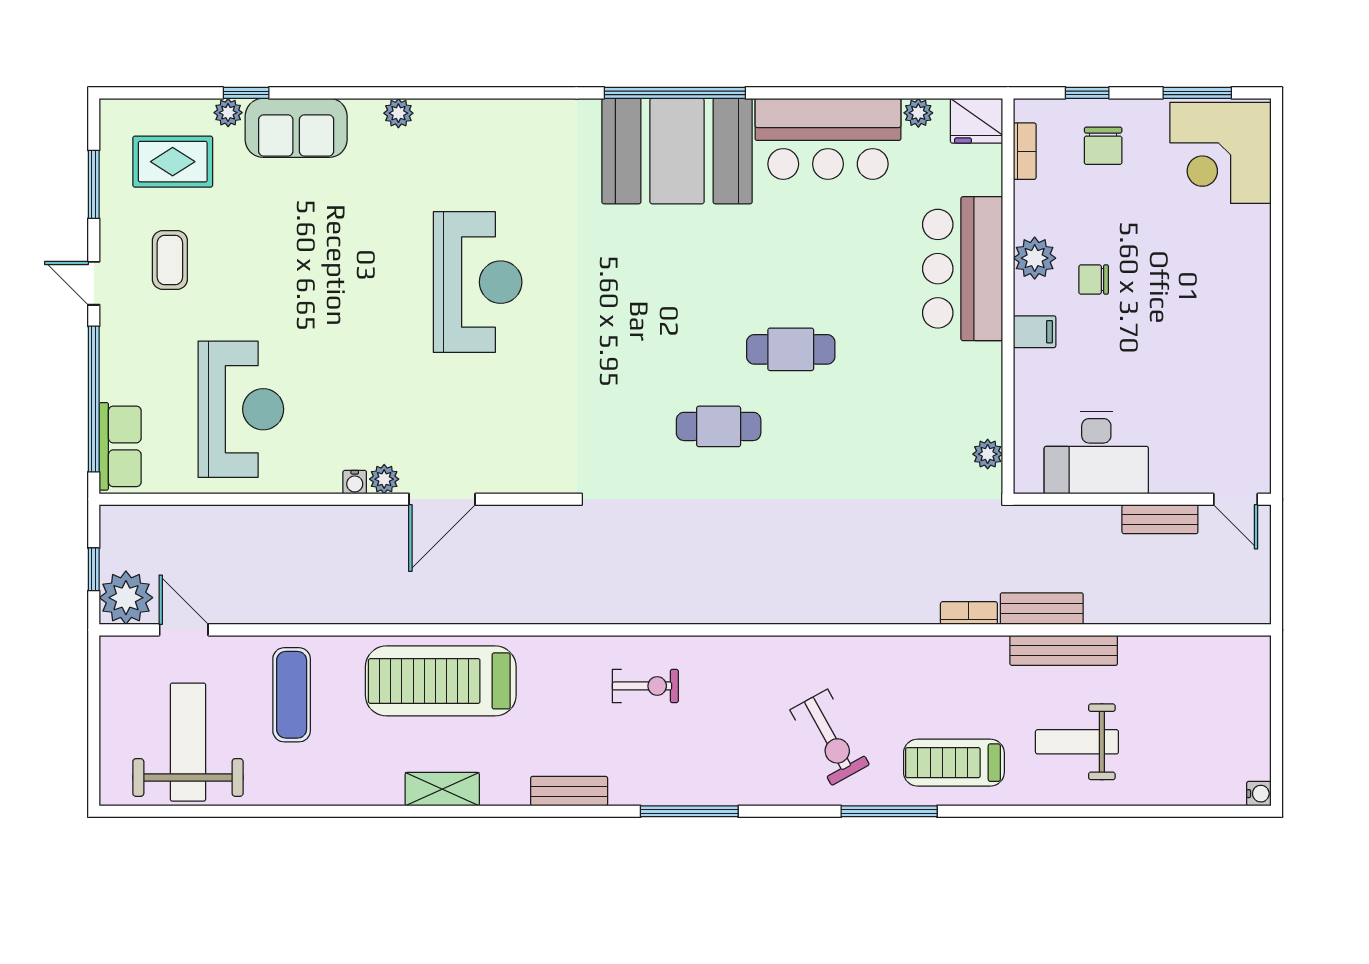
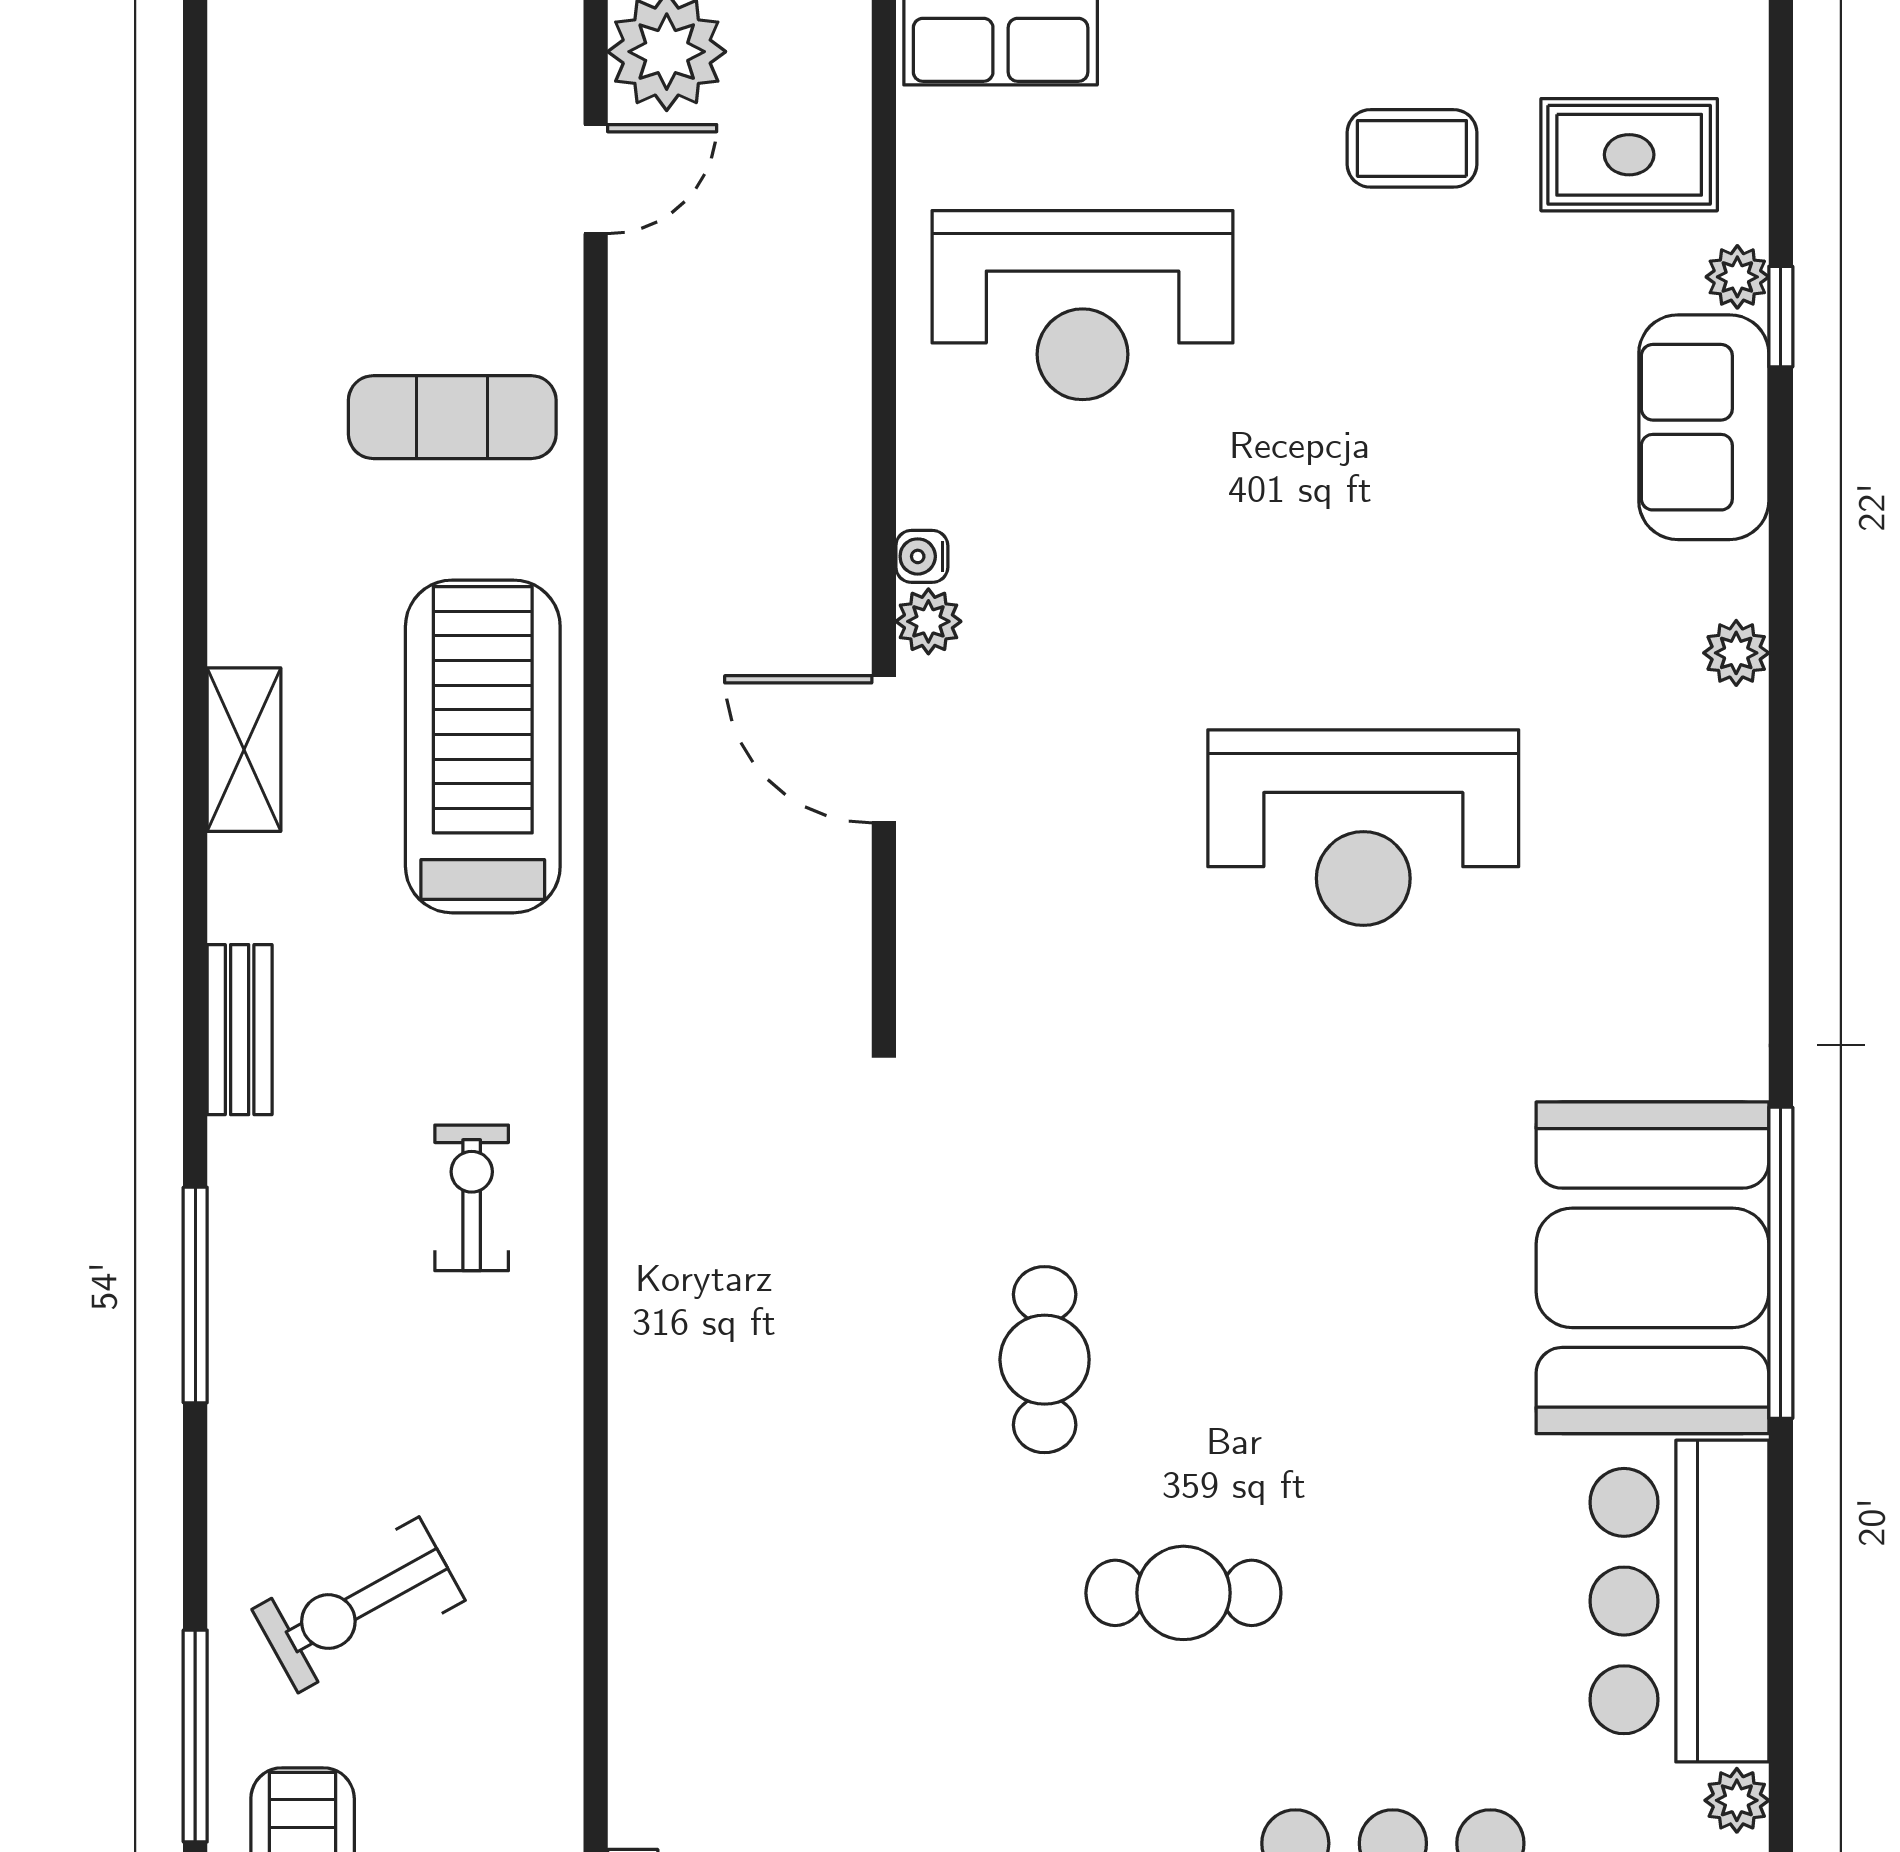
rug: (173, 162) -> (1629, 155), turned 90
cafe table: (791, 349) -> (1183, 1593), moved, turned 90
exercise bike: (645, 686) -> (472, 1198), turned 180
weight bench: (188, 742) -> (348, 188), removed

